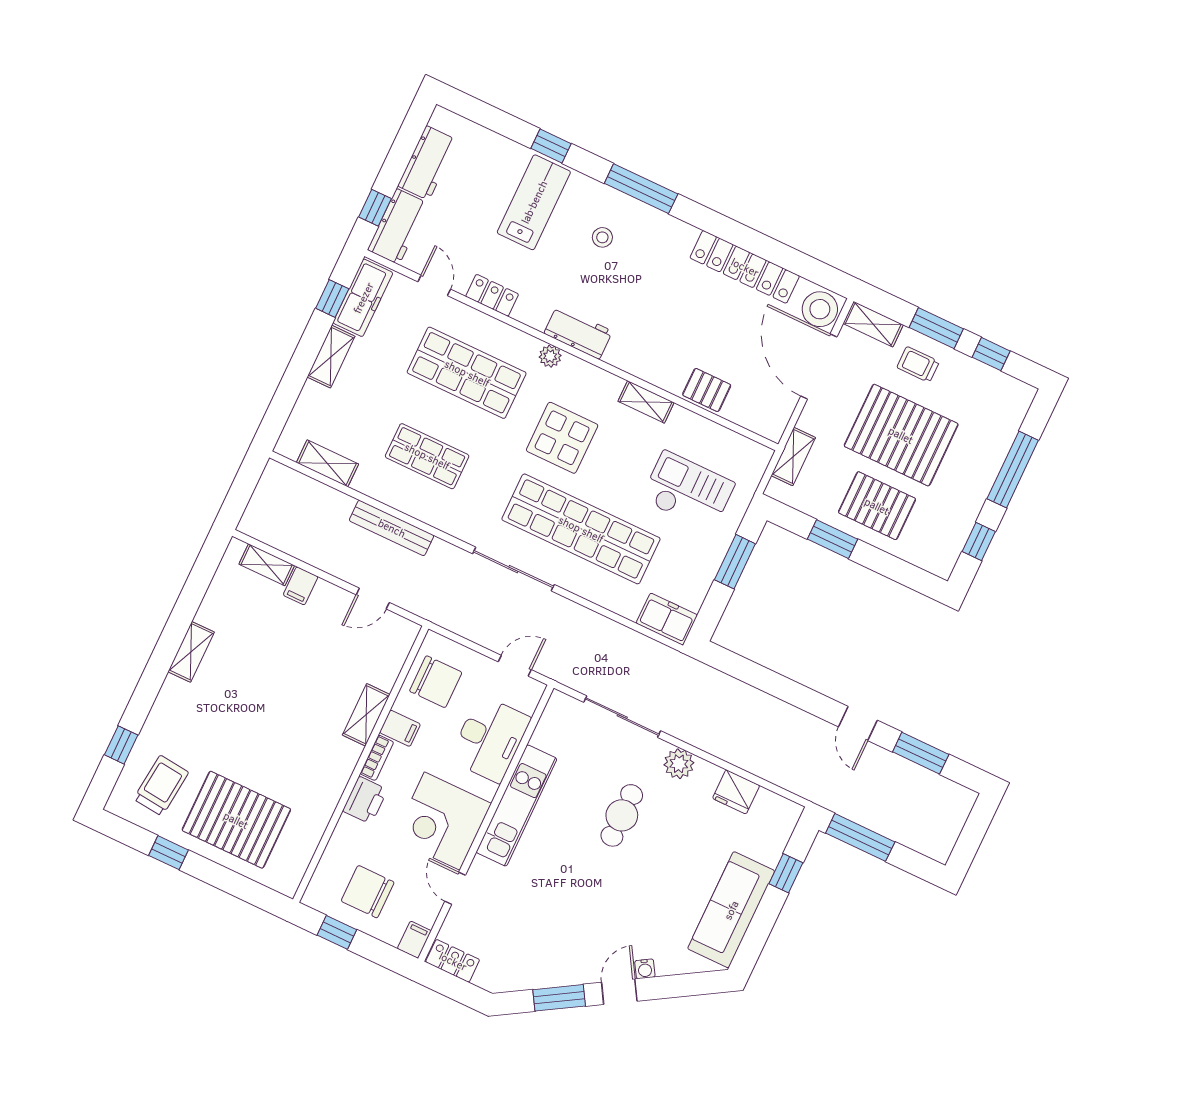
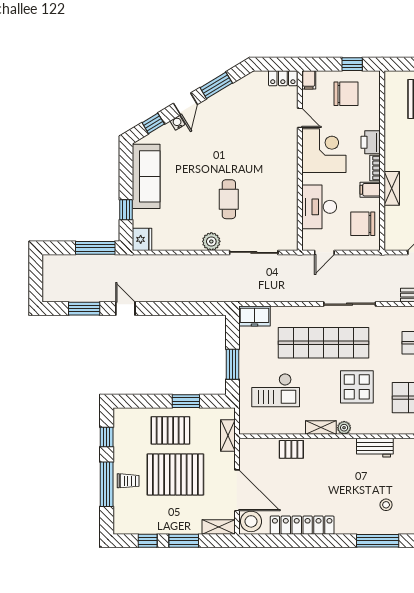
plant: (550, 356) -> (344, 428), moved
trolley: (918, 365) -> (128, 481), moved
fridge: (736, 792) -> (142, 239), moved, turned 90
kitchen unit: (517, 805) -> (288, 178), removed
window: (682, 985) -> (153, 123), added

